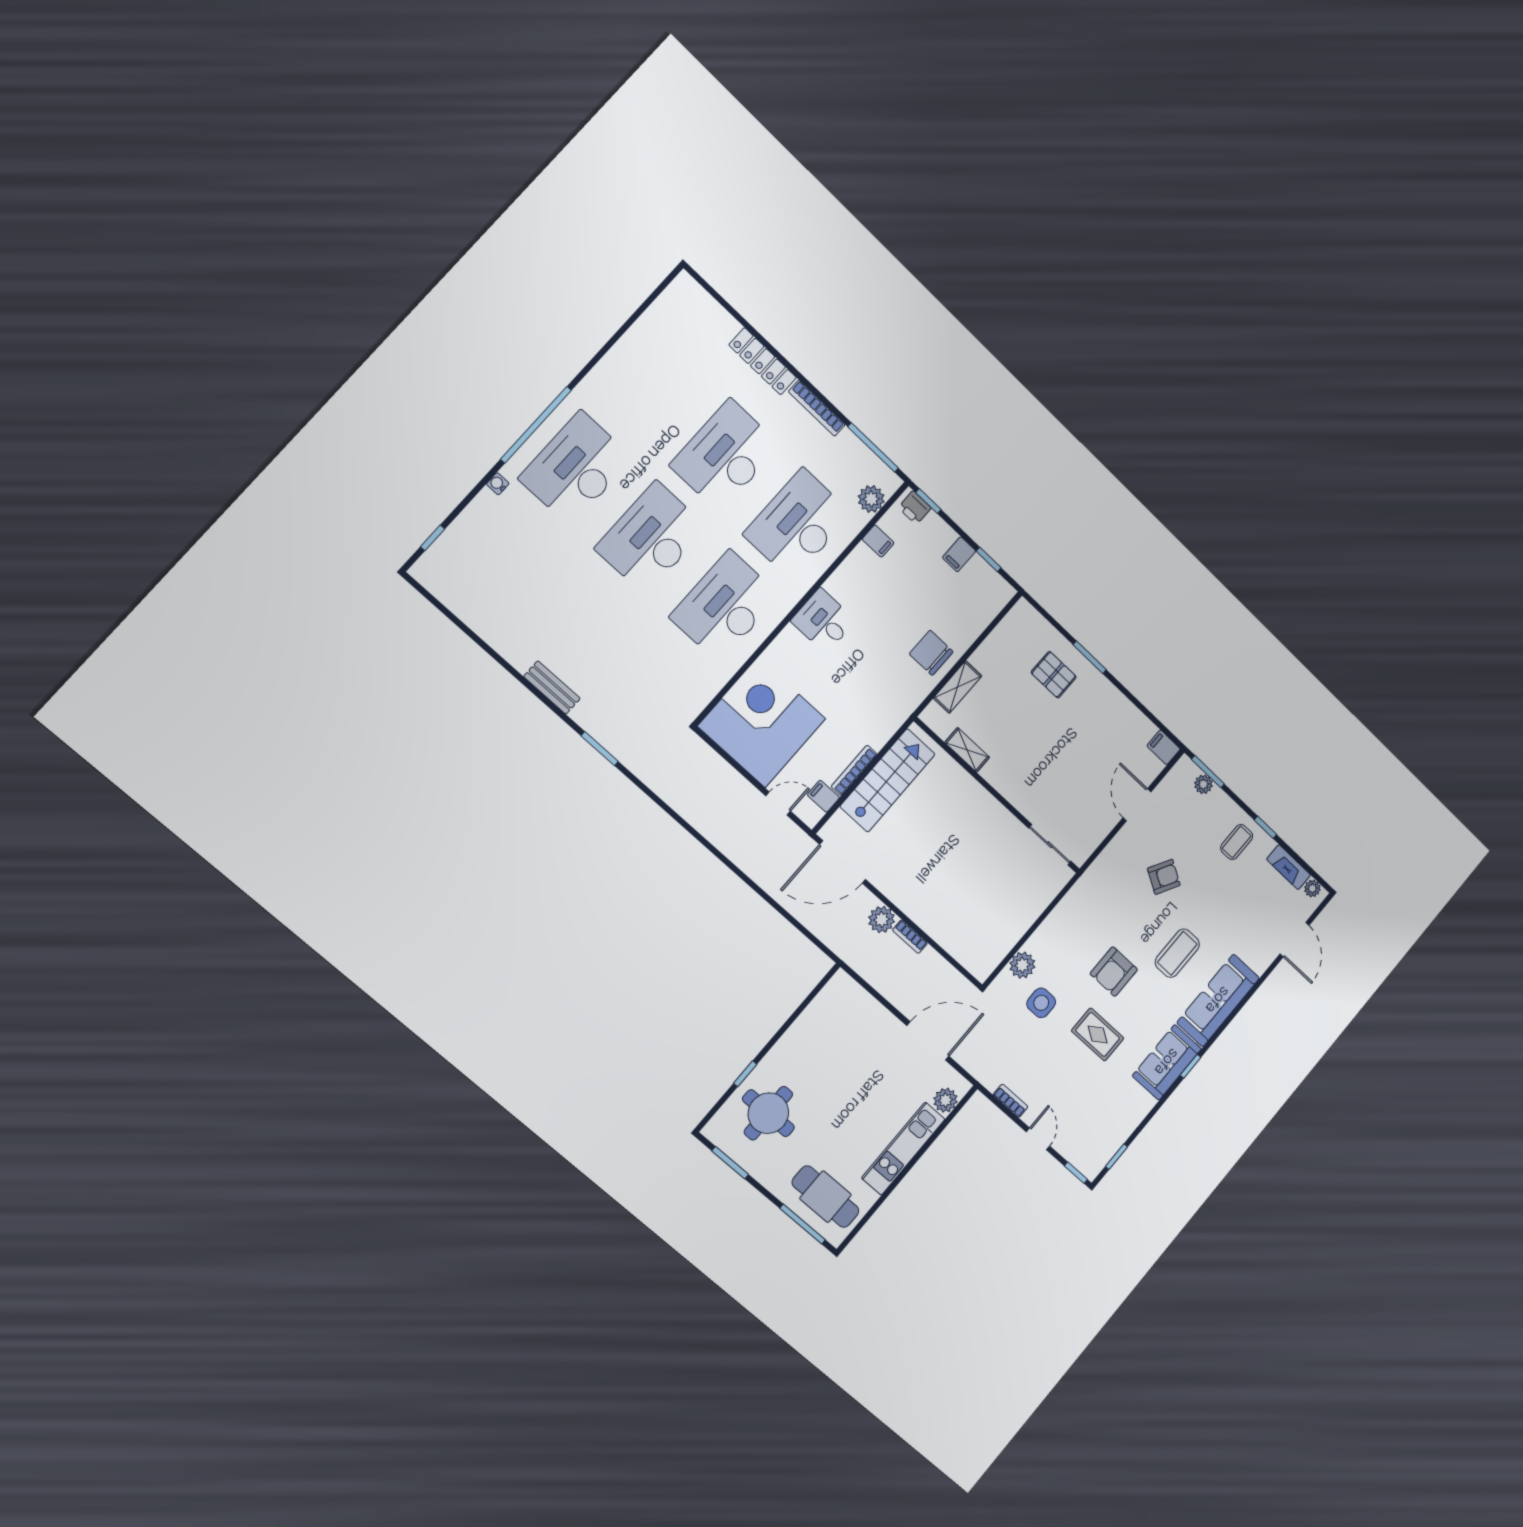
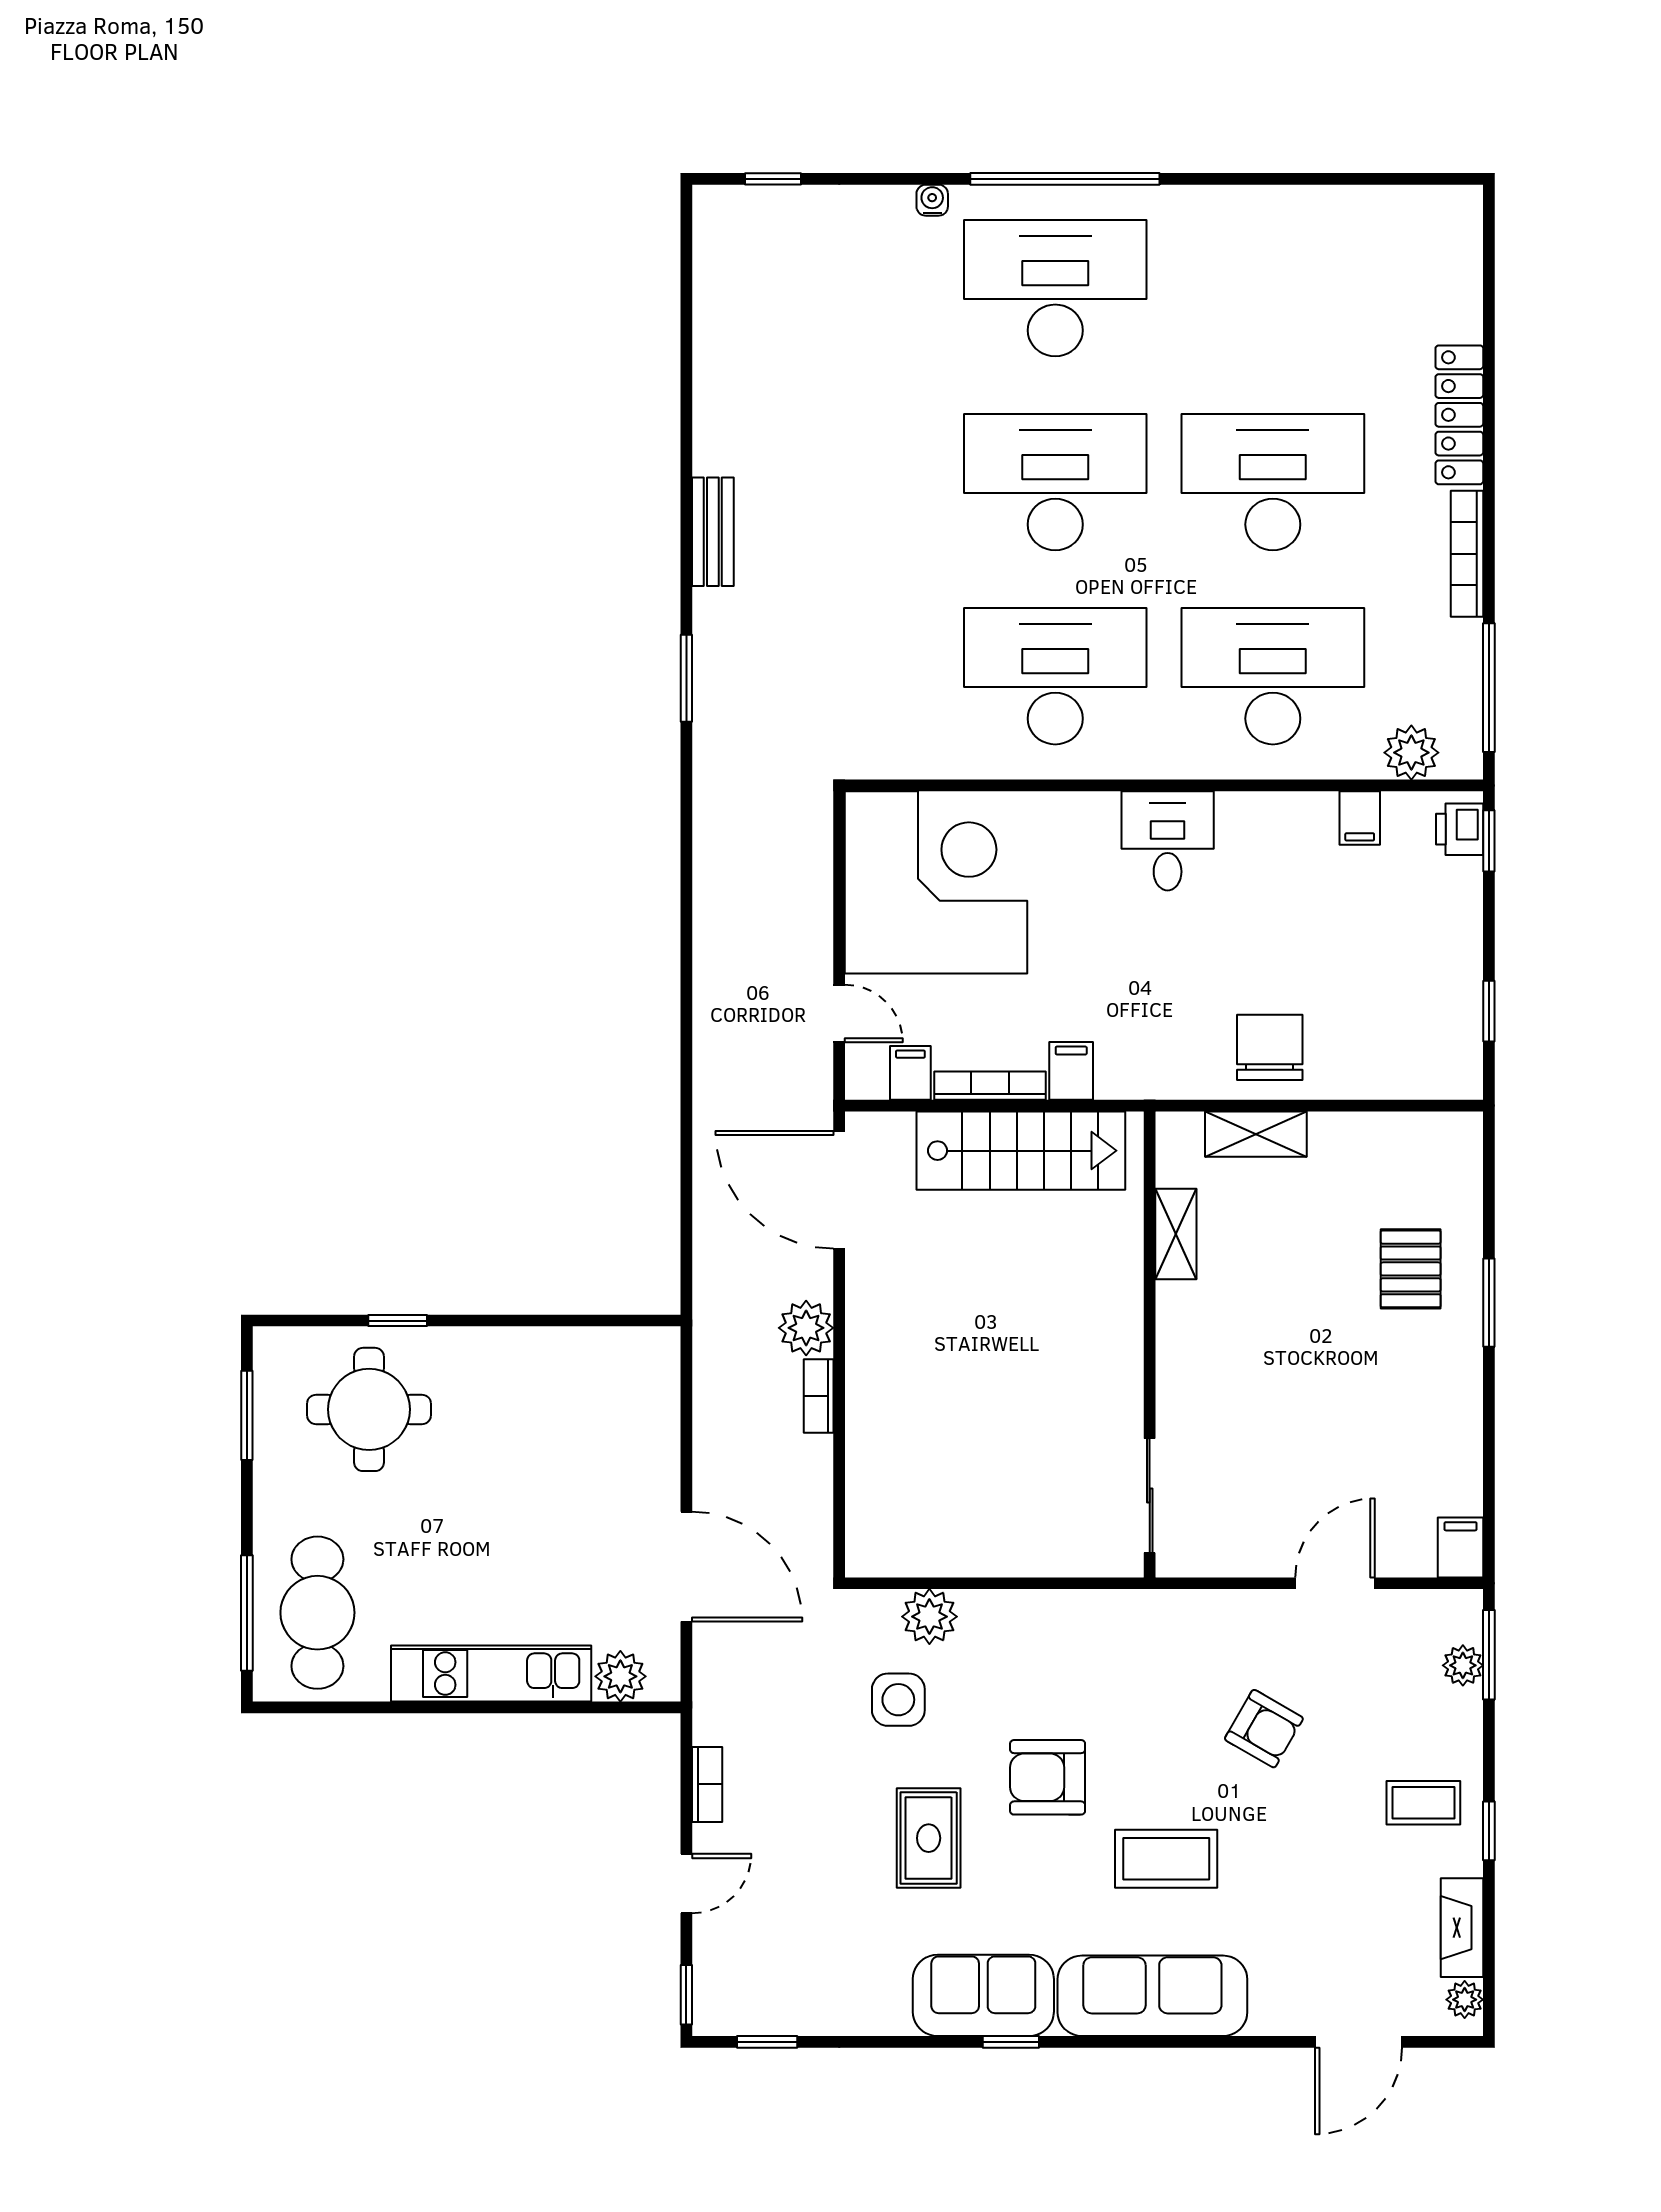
filing cabinet: (959, 554) -> (1071, 1071), moved, turned 90

